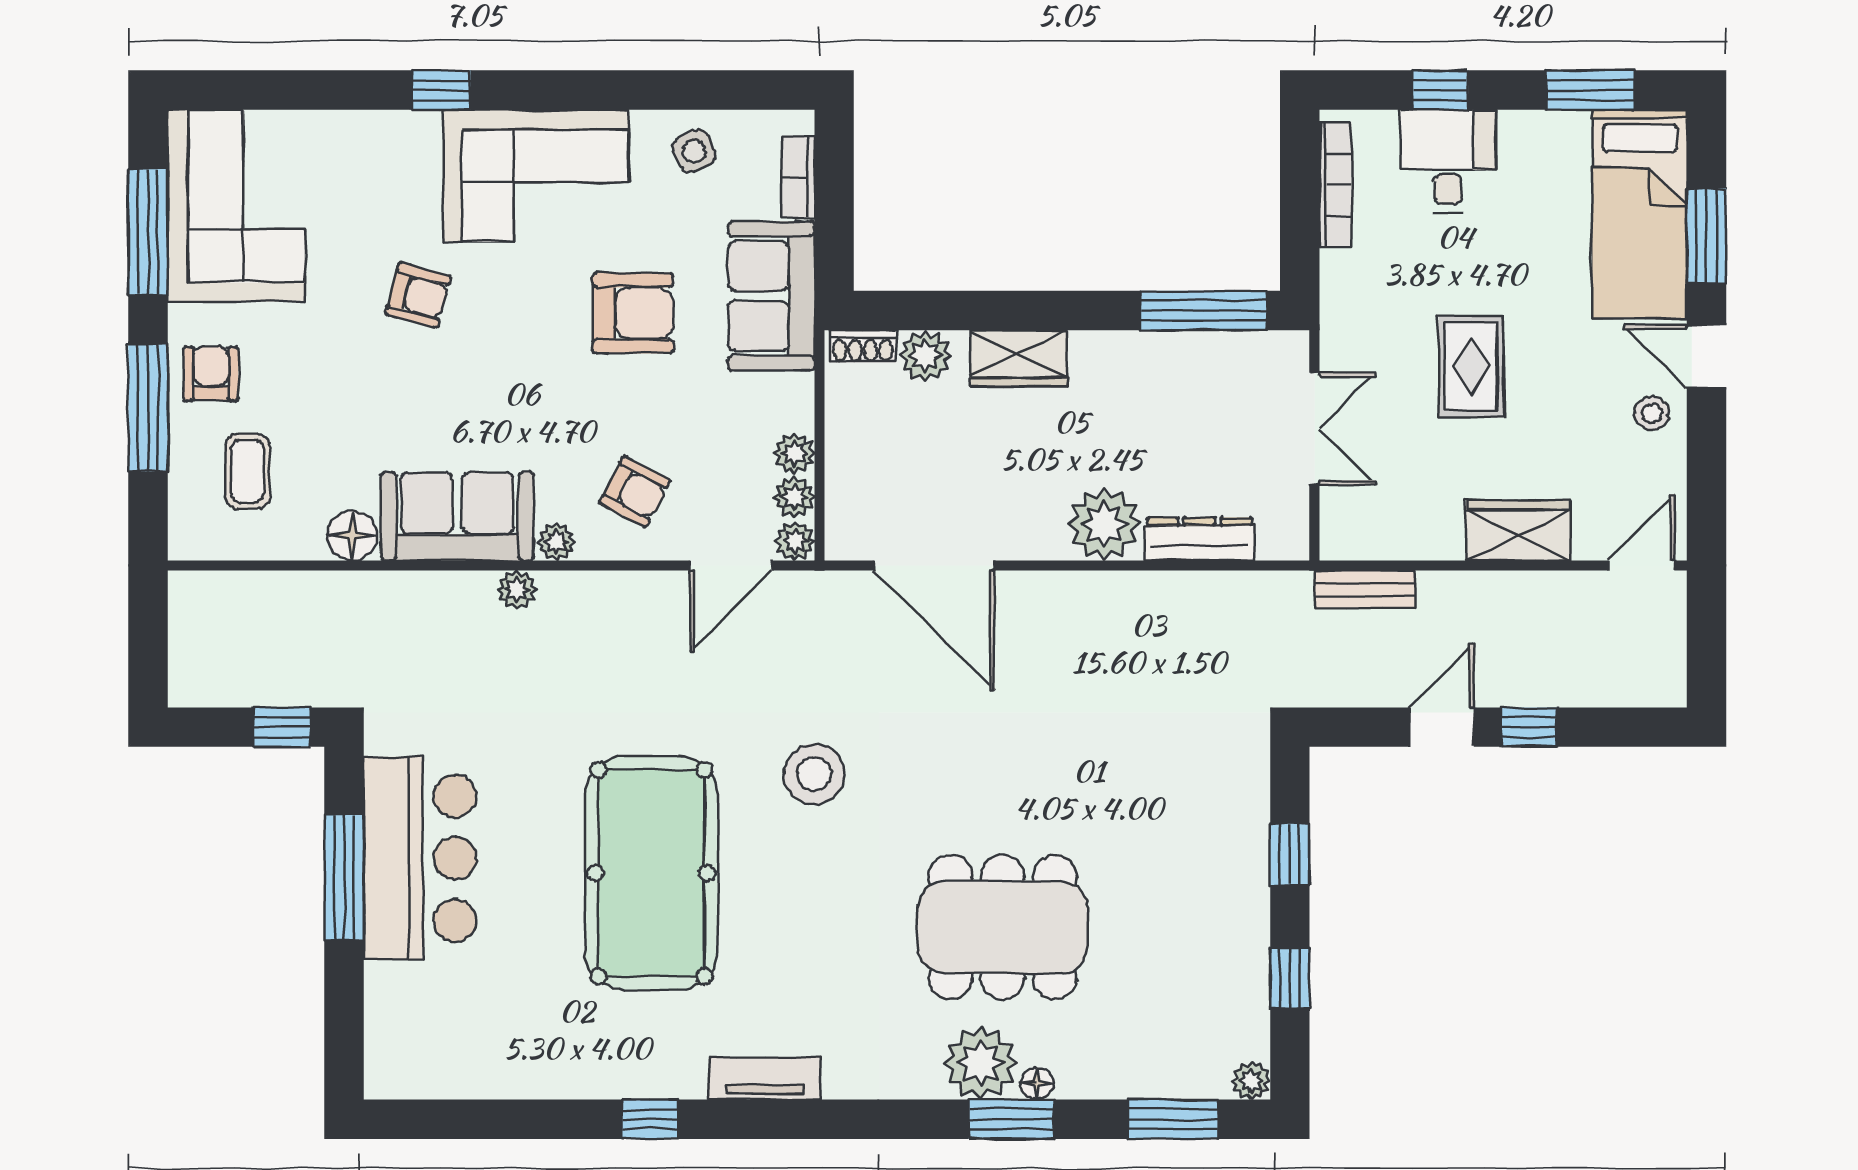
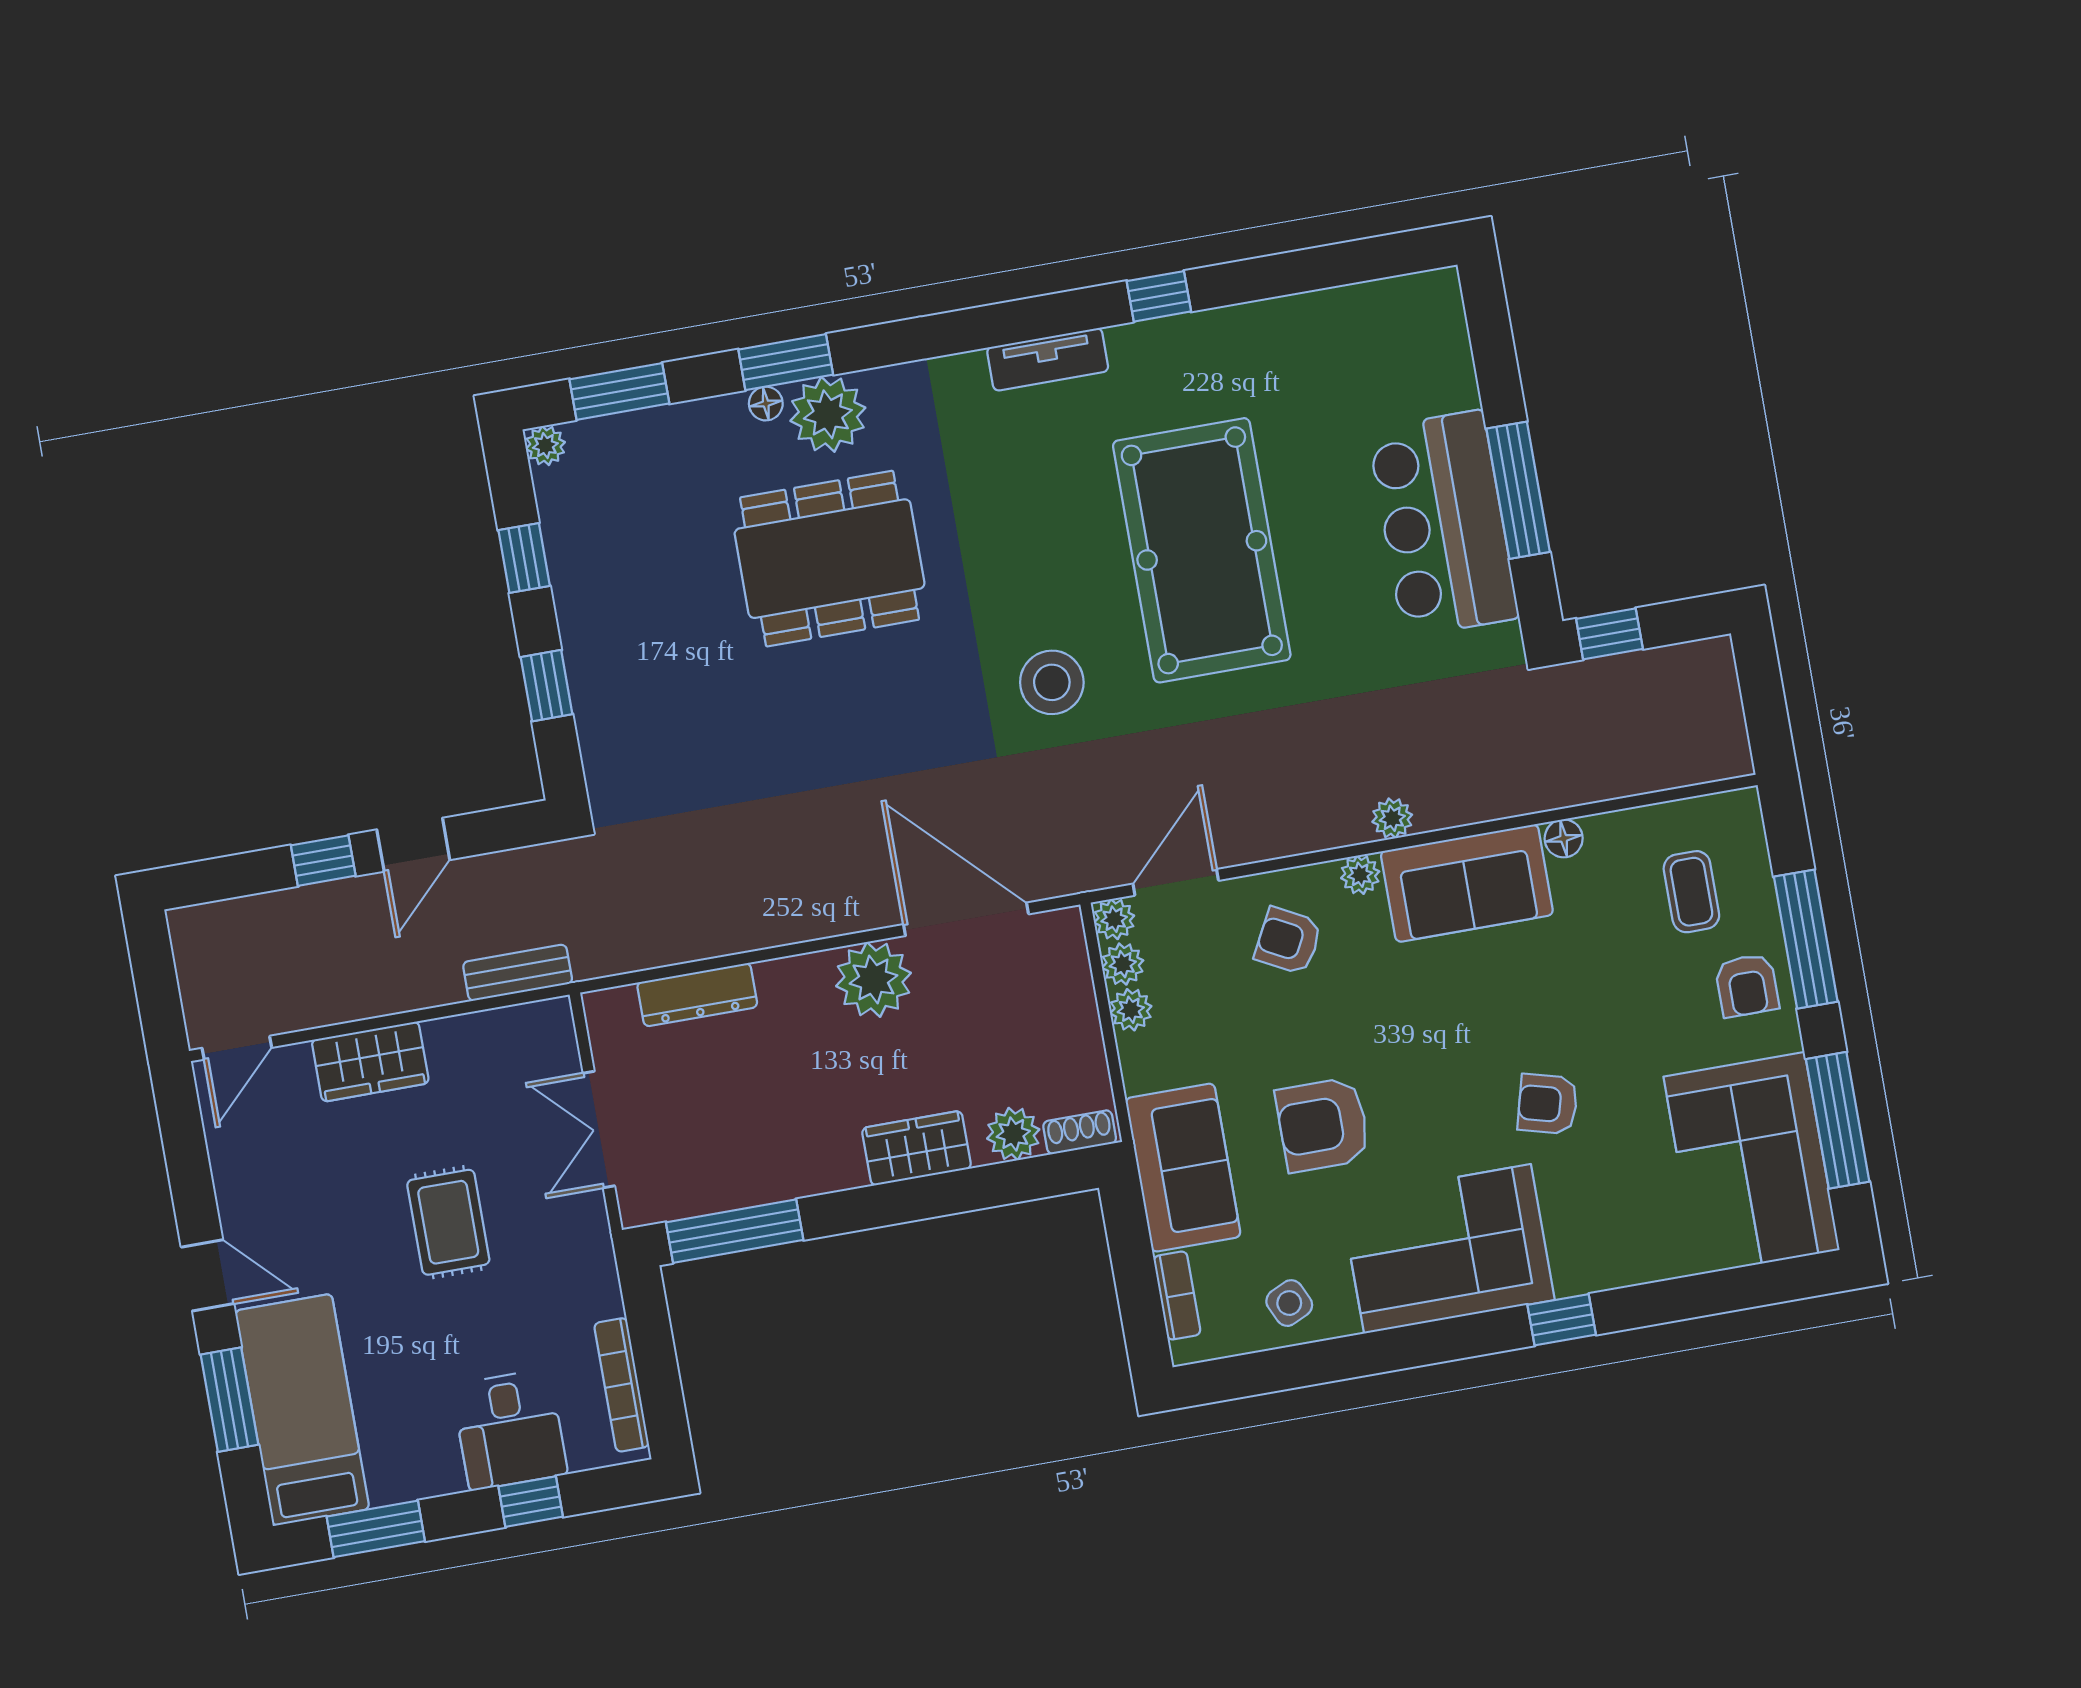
stool: (1652, 413) -> (254, 1207), removed
plant: (1104, 524) -> (873, 979), moved
floor lamp: (352, 536) -> (1564, 838), width x0.73, depth x0.73

